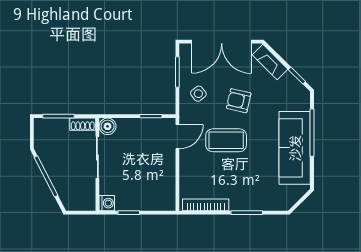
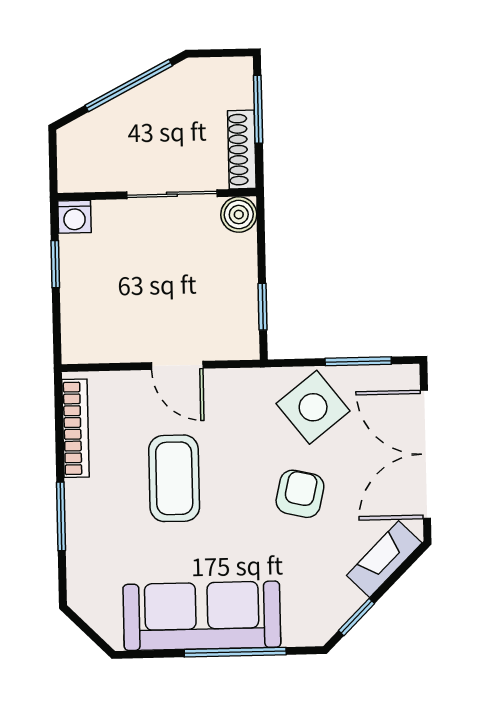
side table: (198, 94) -> (313, 407), width x1.87, depth x1.87
shoe rack: (83, 124) -> (242, 150), width x1.43
door: (177, 137) -> (177, 365), moved
coffee table: (226, 140) -> (174, 478), moved

